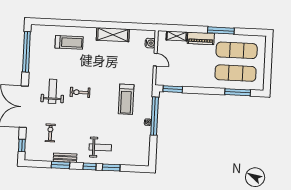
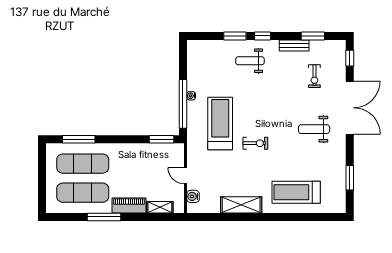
treadmill: (69, 42) -> (296, 192), width x1.37, depth x1.37
window: (26, 52) -> (350, 178), width x0.47
weight bench: (53, 91) -> (314, 129), turned 90
exercise bike: (80, 92) -> (255, 143), moved
treadmill: (126, 99) -> (220, 124), width x1.37, depth x1.38
window: (60, 165) -> (313, 36), moved

